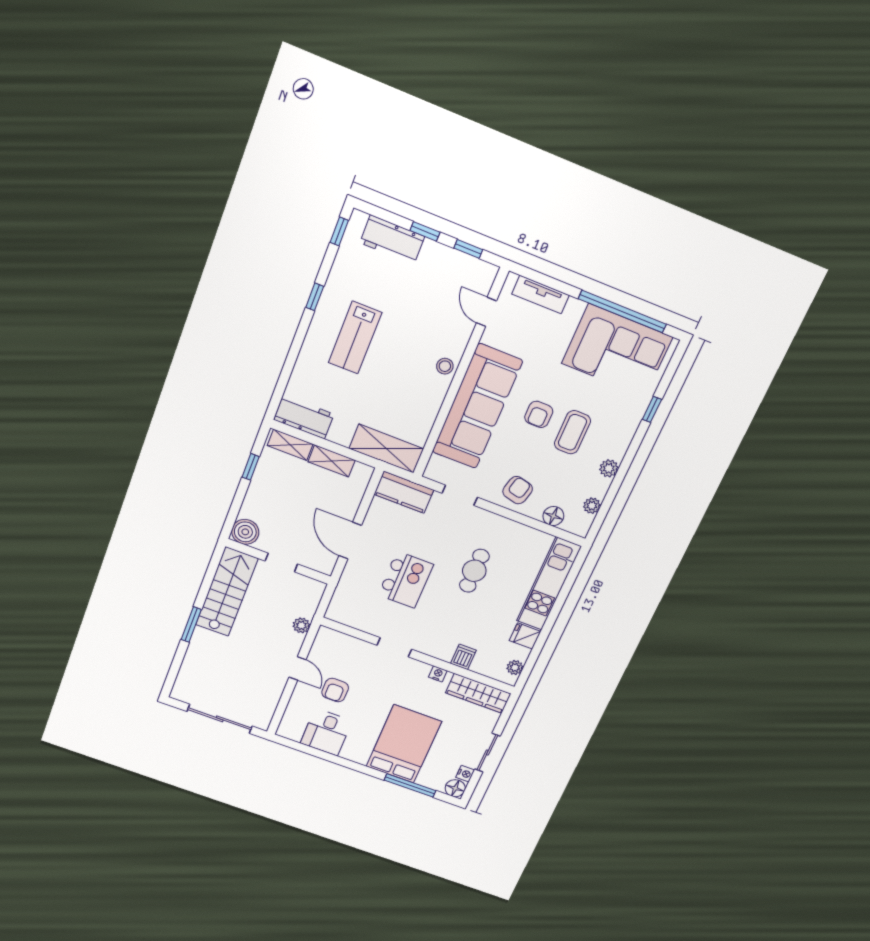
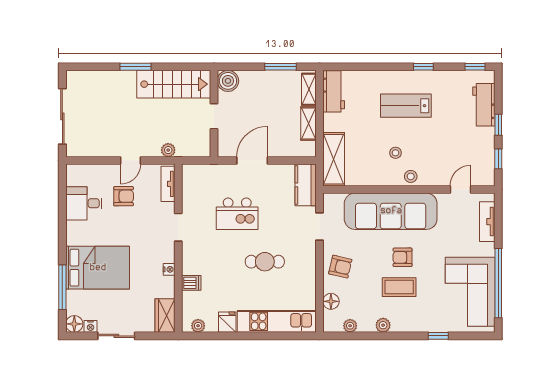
stool: (408, 373) -> (395, 153), added
window: (251, 467) -> (281, 67), width x1.50
tv unit: (340, 640) -> (168, 184), added
armchair: (335, 690) -> (124, 196), turned 180
wardrobe: (478, 693) -> (165, 316), width x0.67

